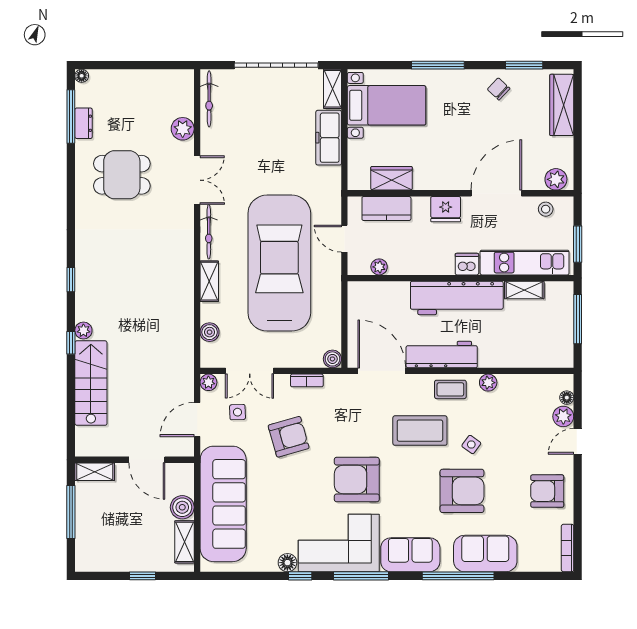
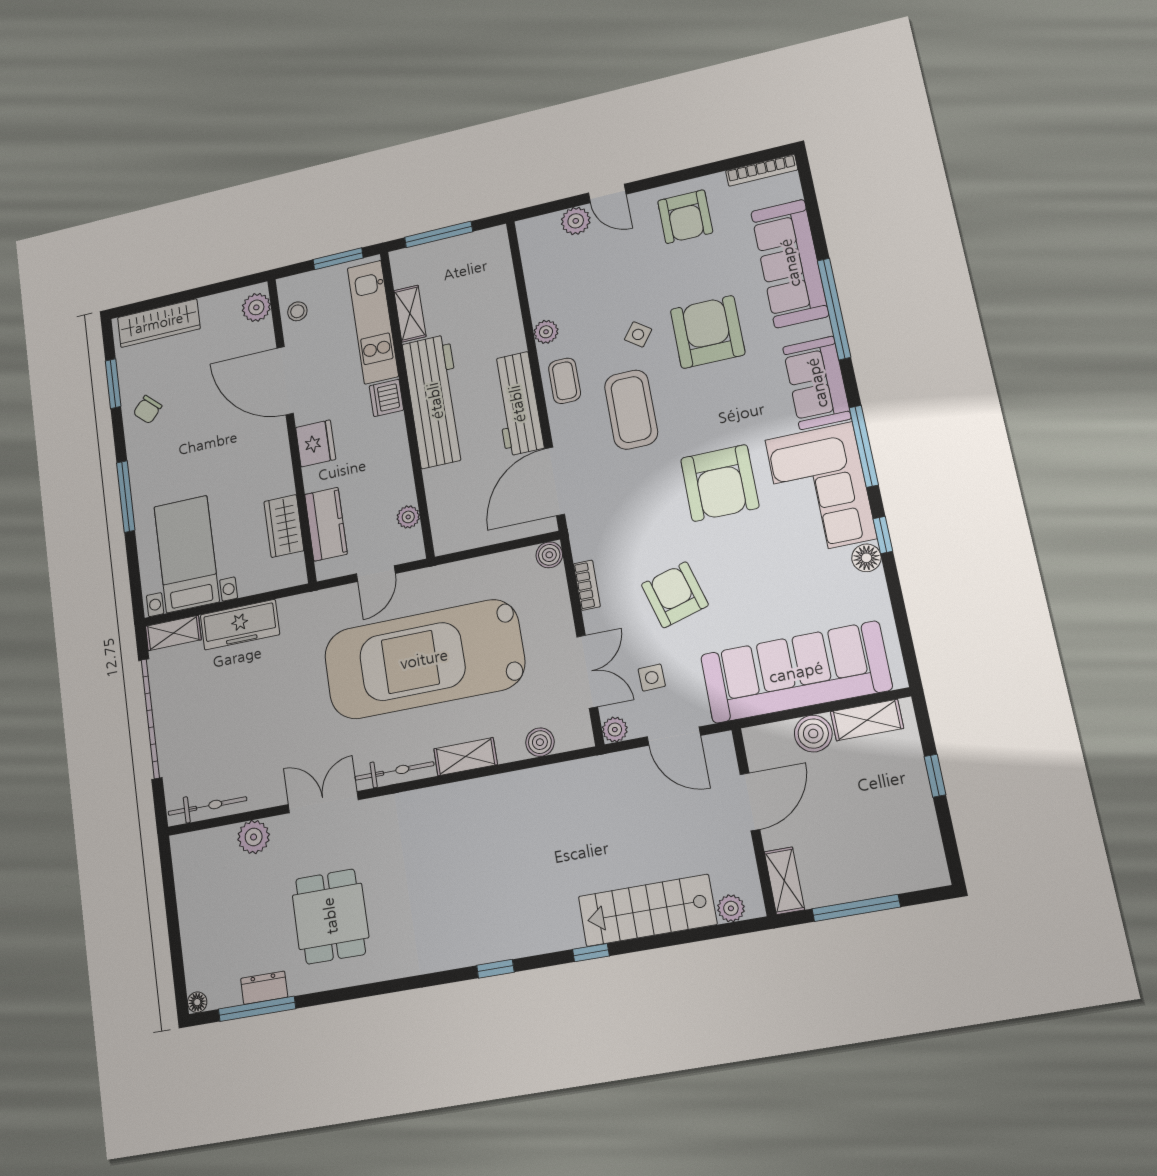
plant: (83, 331) -> (731, 908), moved
floor lamp: (567, 398) -> (549, 223), removed
sofa: (485, 554) -> (790, 263), width x1.36

